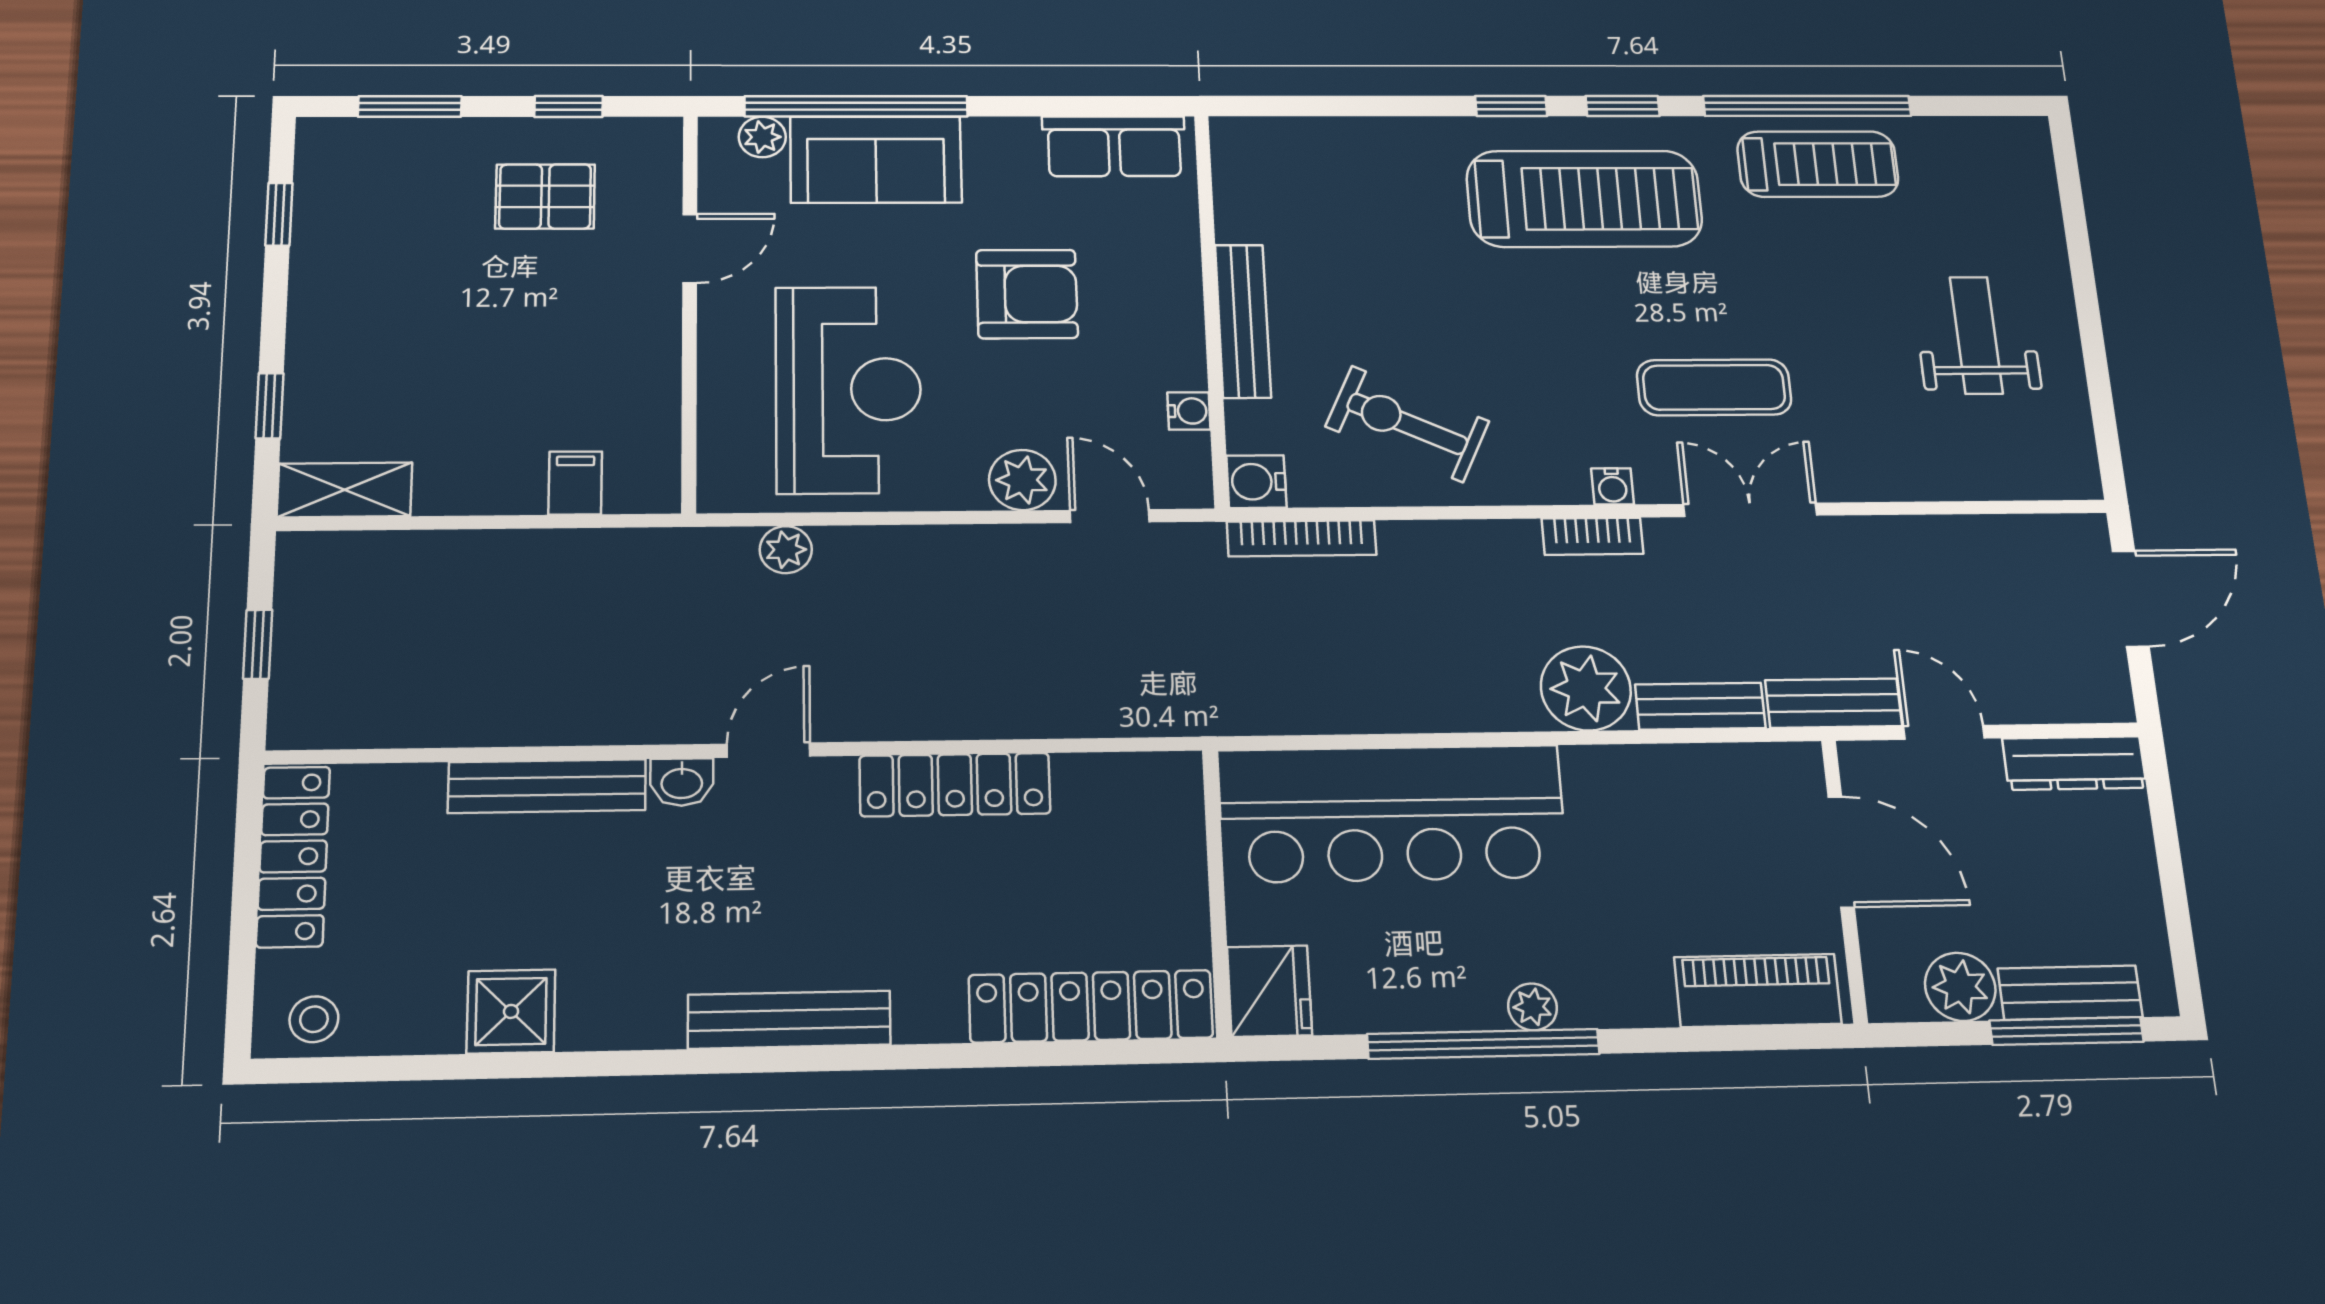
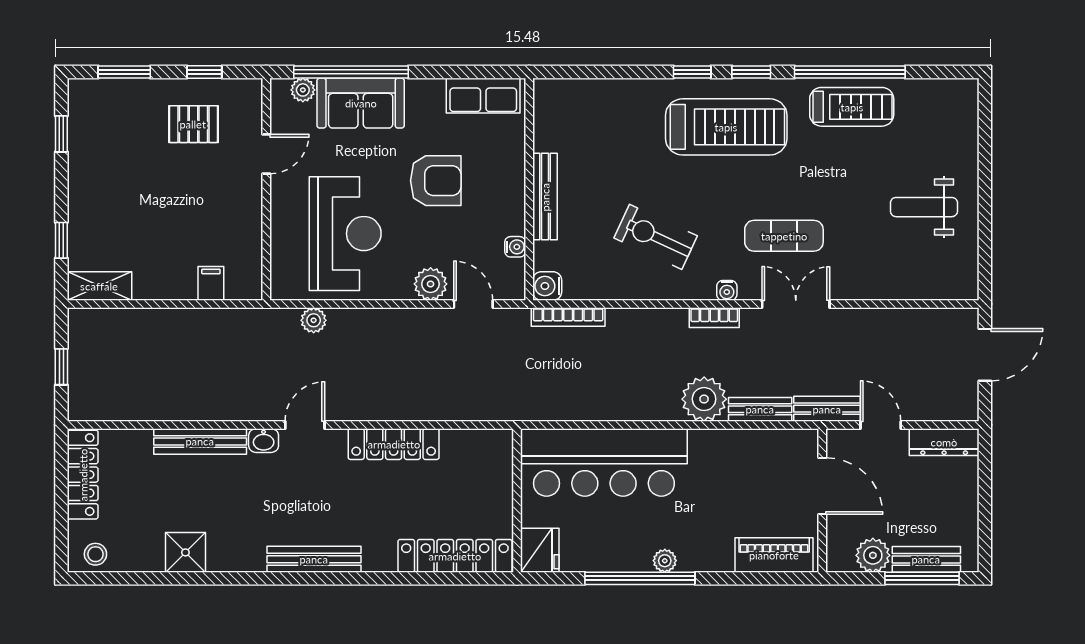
weight bench: (1976, 335) -> (924, 207), turned -90
exercise bike: (1407, 424) -> (656, 237), moved

